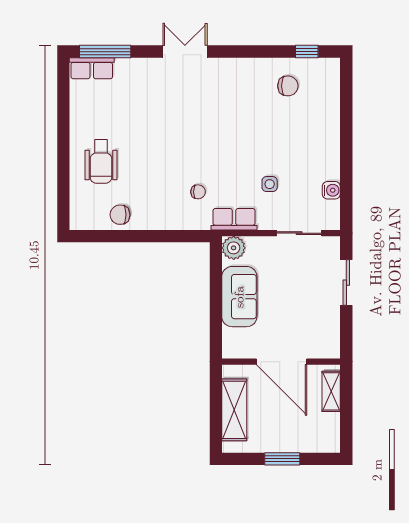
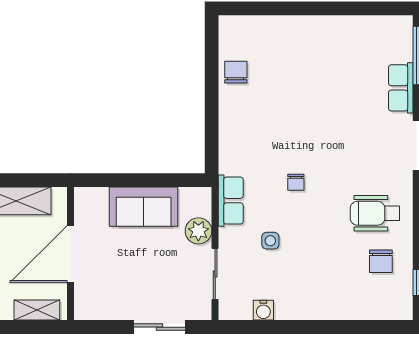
row of seats: (92, 68) -> (401, 88), moved
wheelchair: (101, 162) -> (375, 213), moved
chair: (198, 192) -> (296, 182), moved
plant: (234, 248) -> (198, 231), moved

